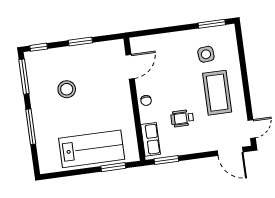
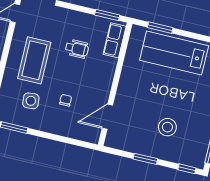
stool: (67, 89) -> (167, 127), moved
chair: (146, 100) -> (66, 100), moved

